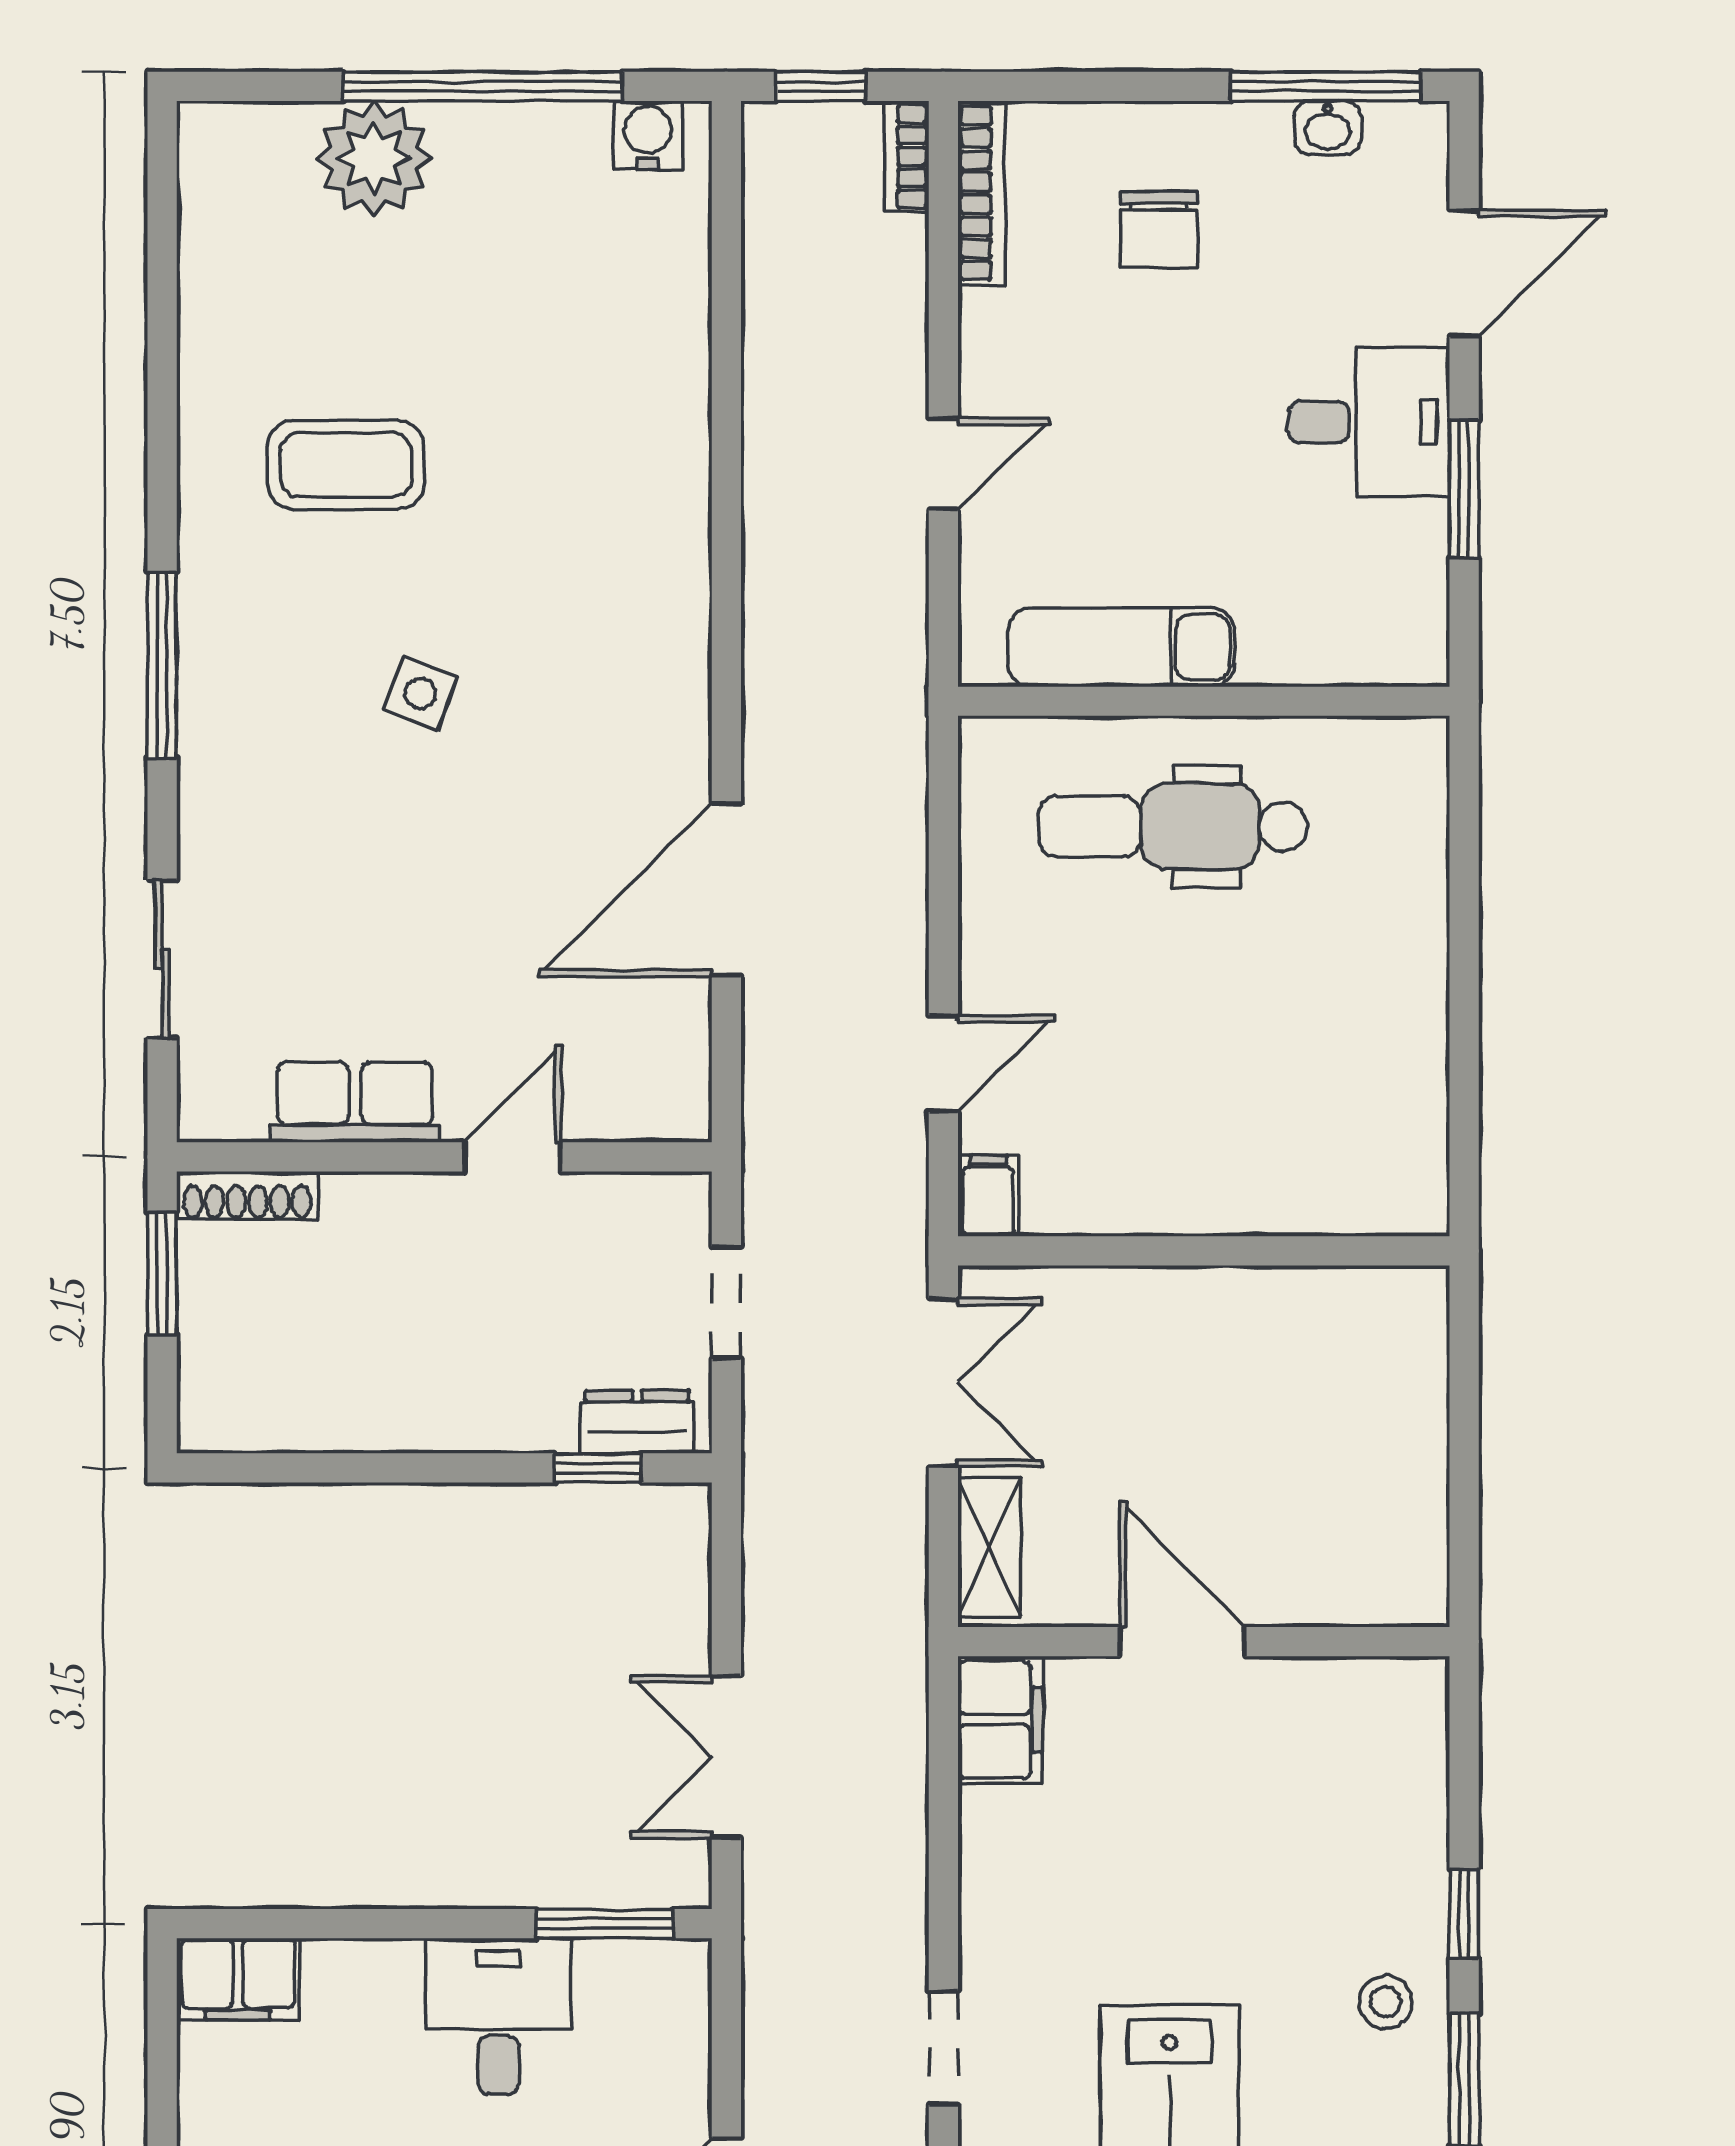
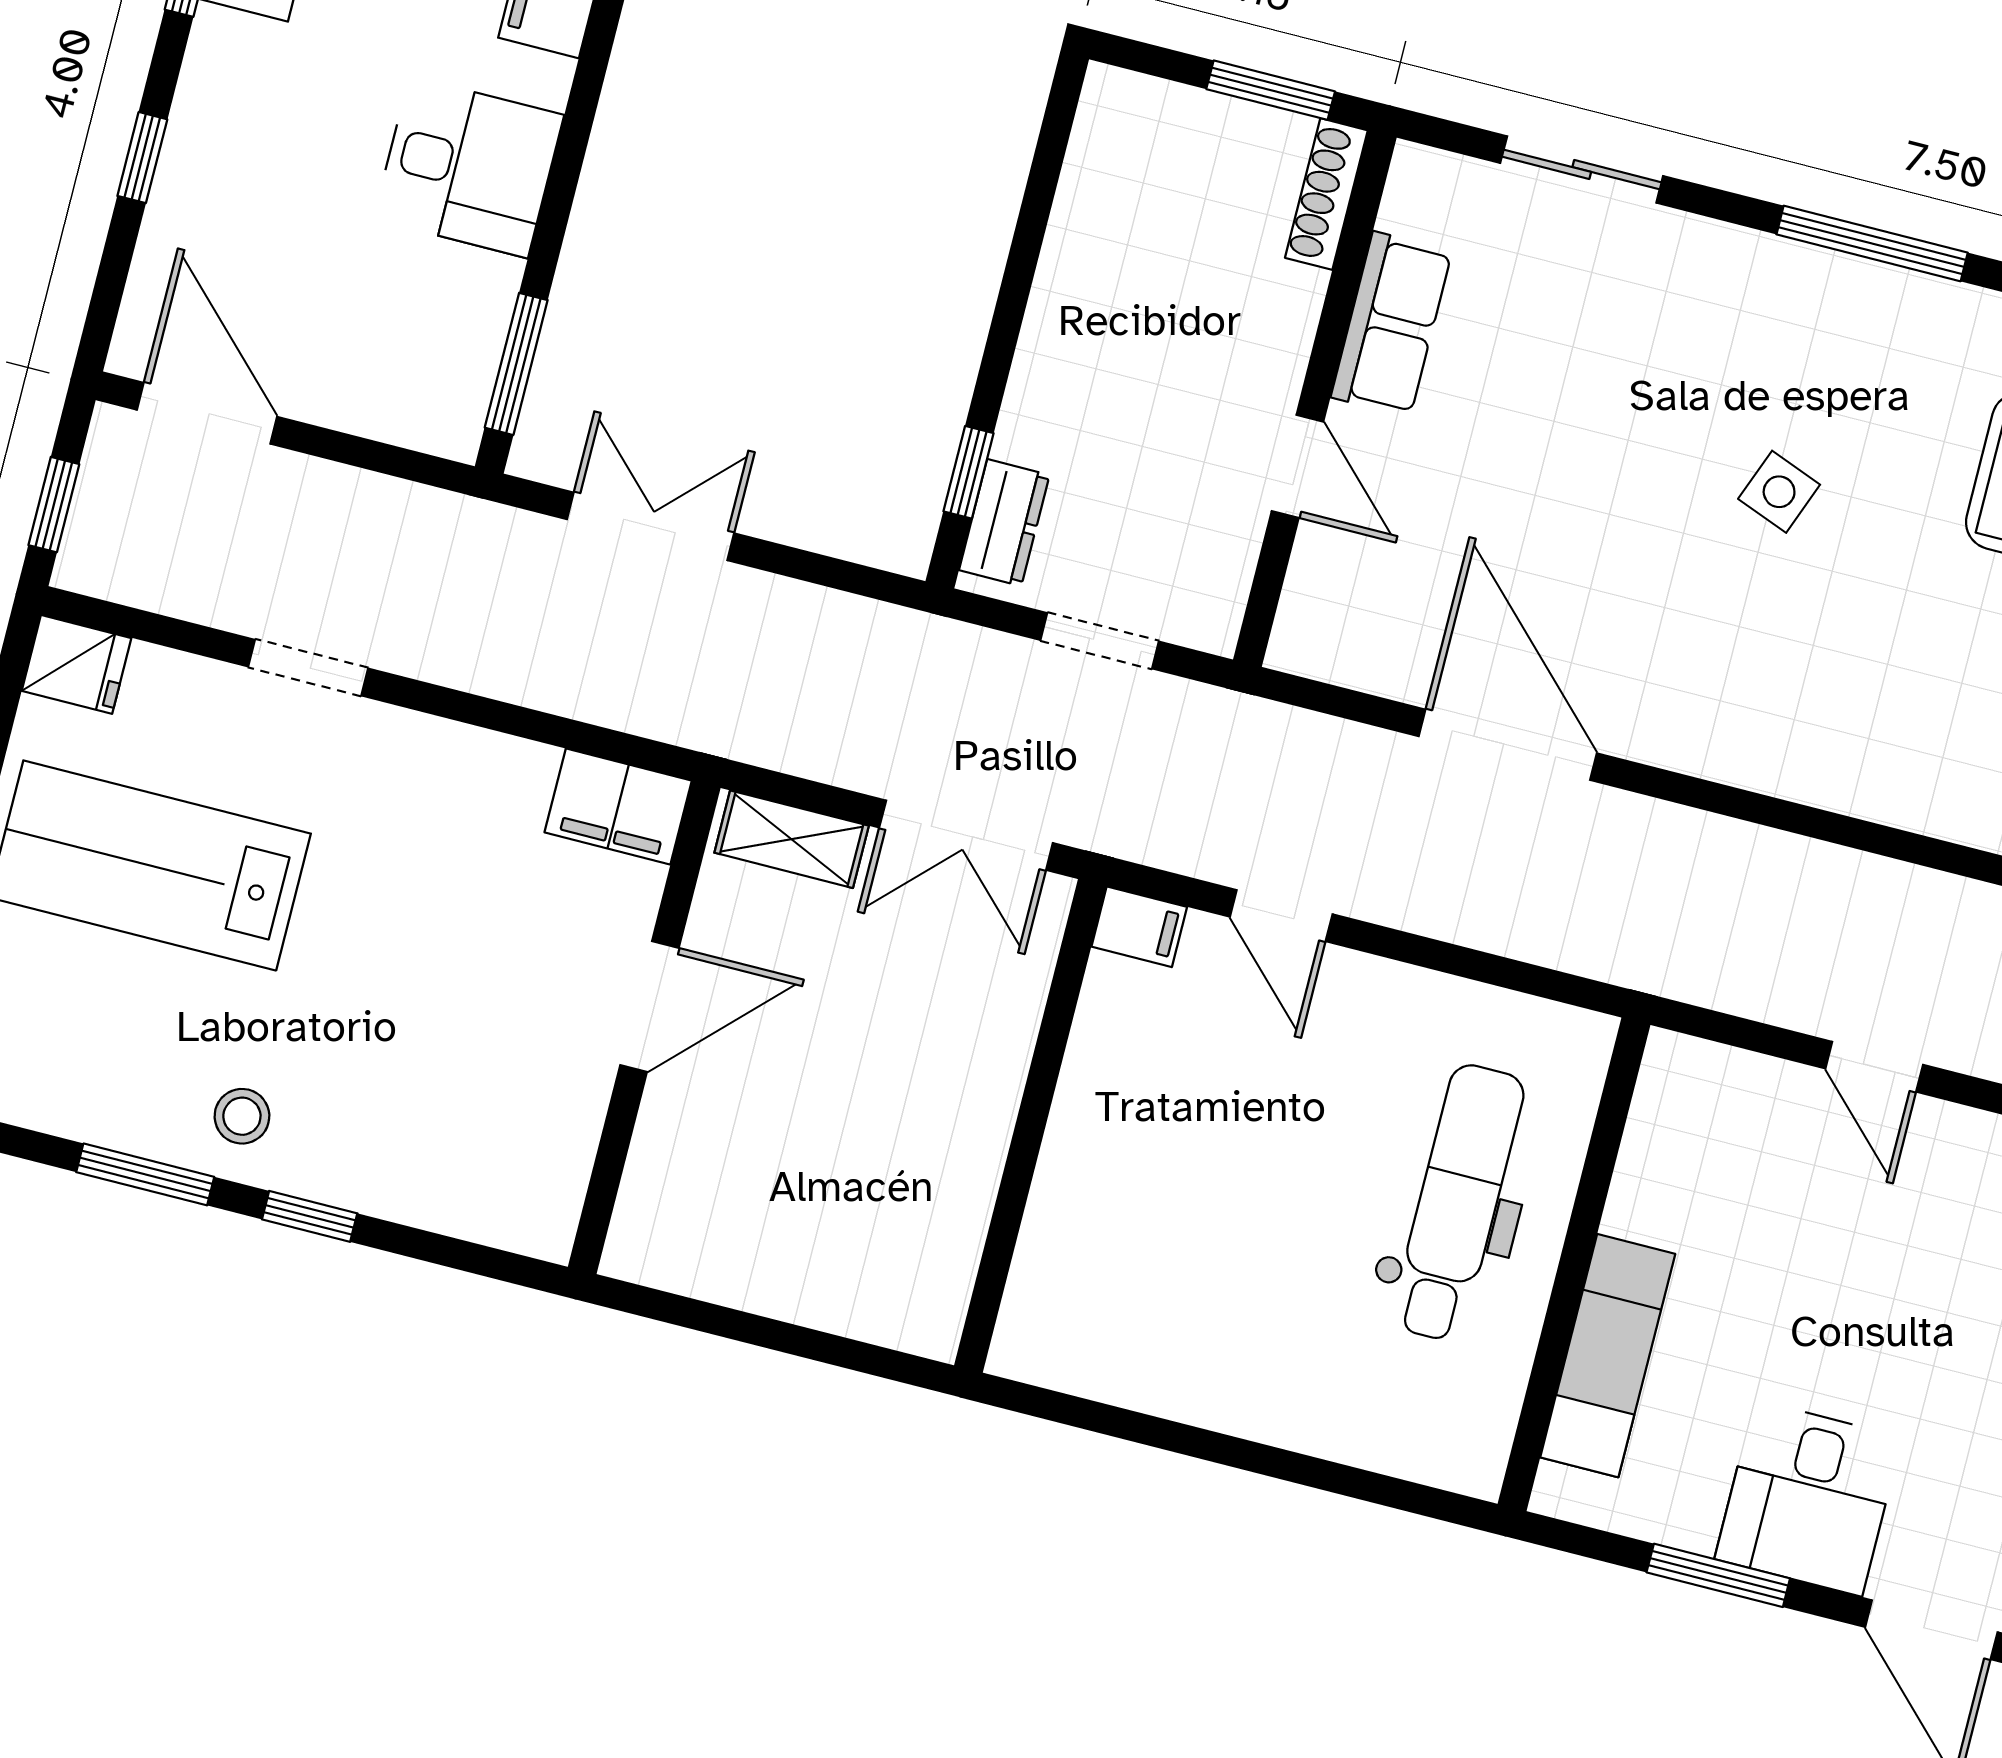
exam couch: (1121, 647) -> (1608, 1356), moved
desk: (498, 2016) -> (469, 167), moved

